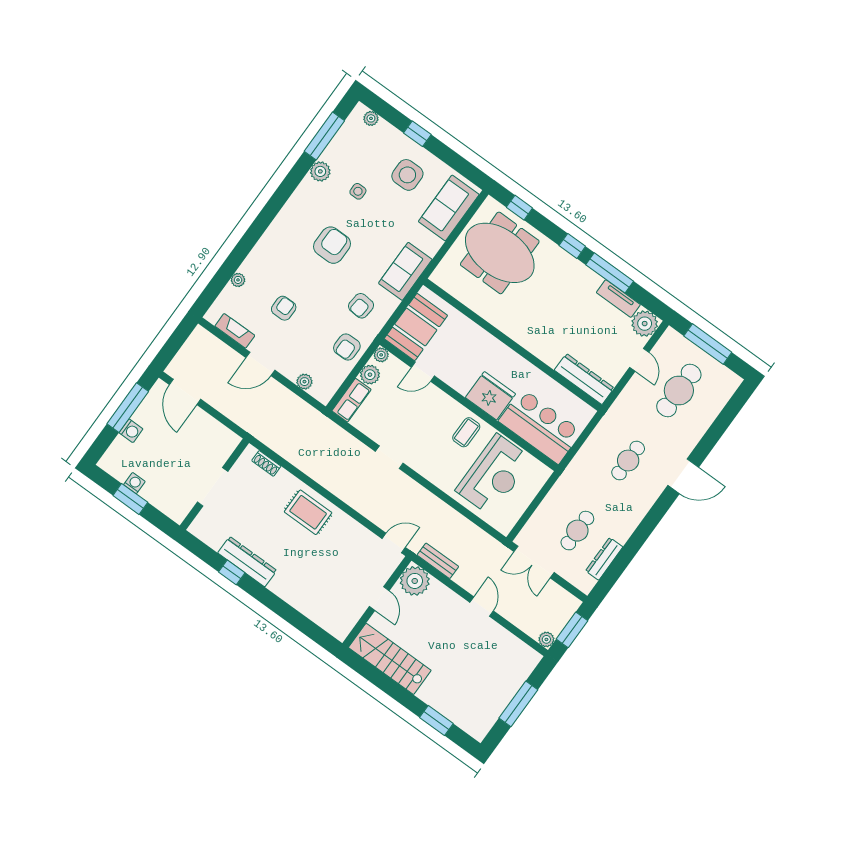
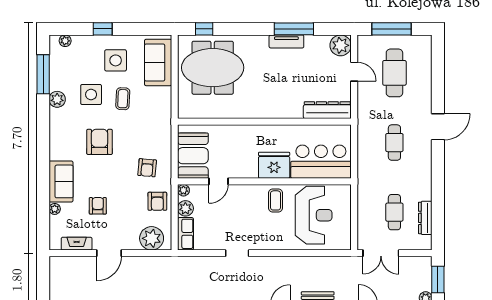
side table: (358, 191) -> (91, 95), width x1.87, depth x1.87
coffee table: (387, 219) -> (123, 99), added
window: (572, 246) -> (257, 29), removed
sofa: (405, 271) -> (61, 181), moved, turned 180
tv unit: (618, 299) -> (286, 41), moved
plant: (304, 382) -> (152, 238), width x1.87, depth x1.87

